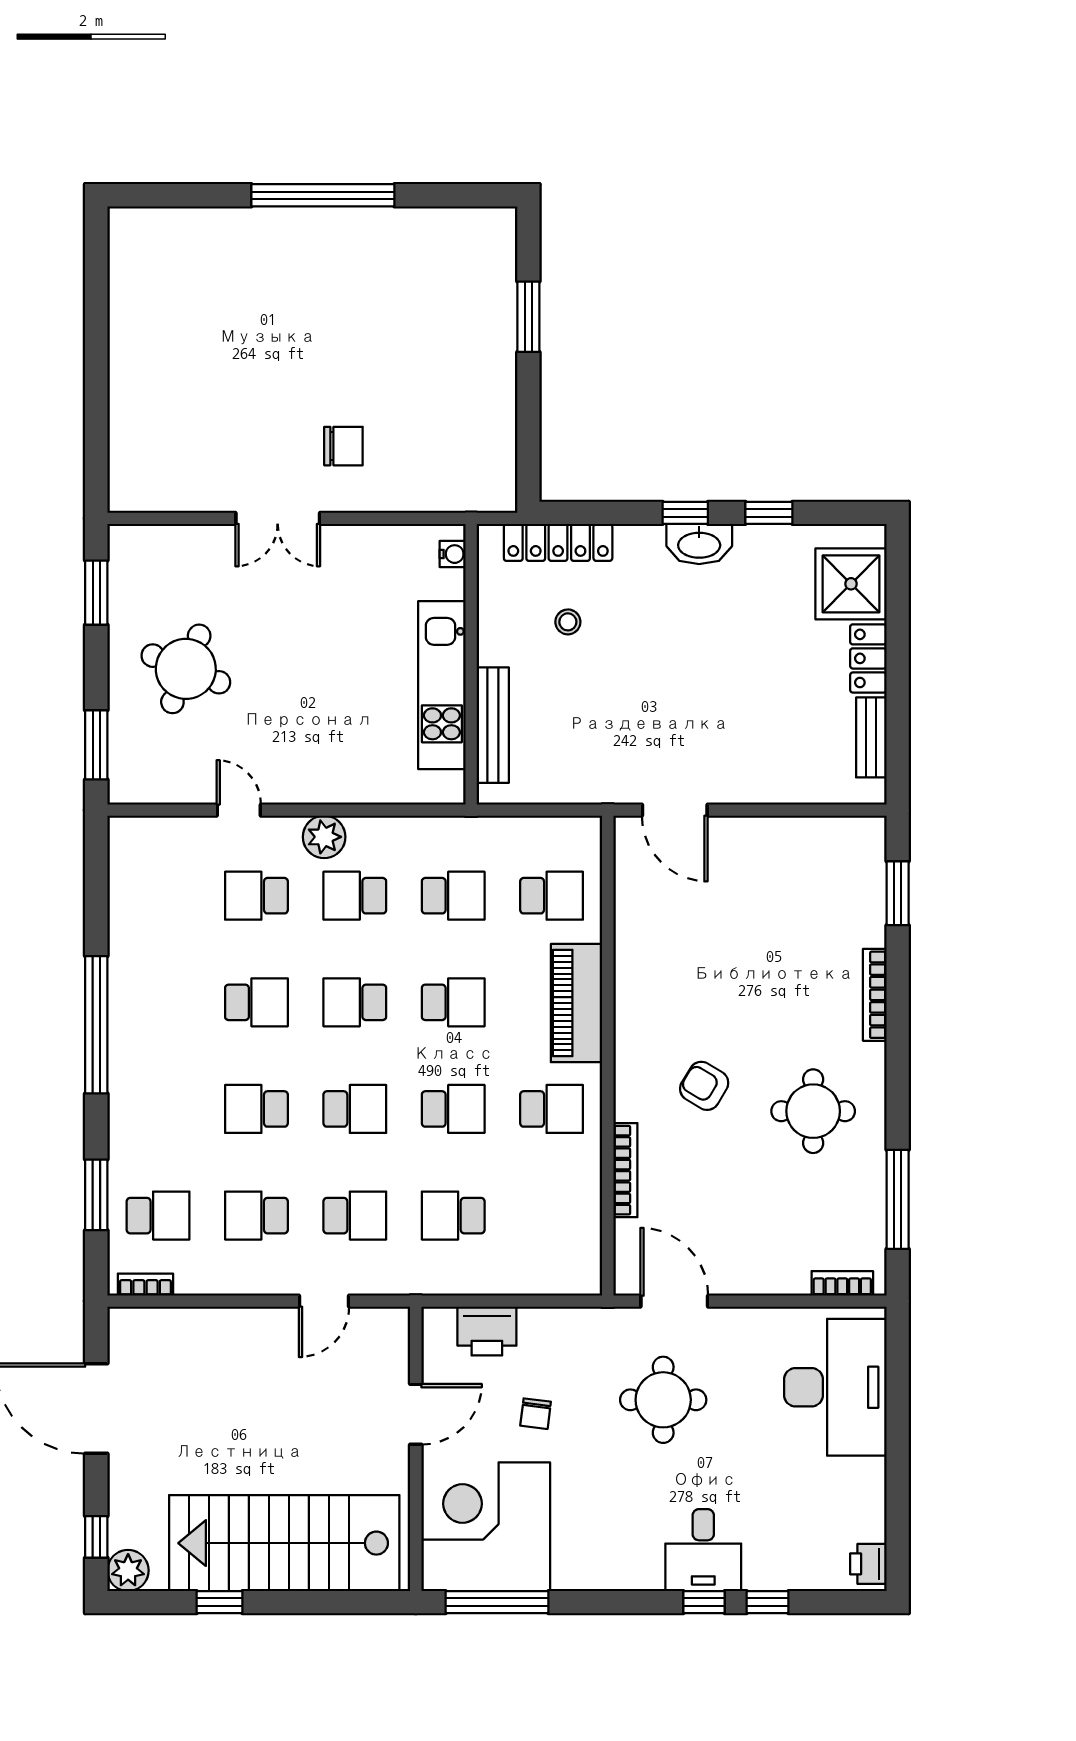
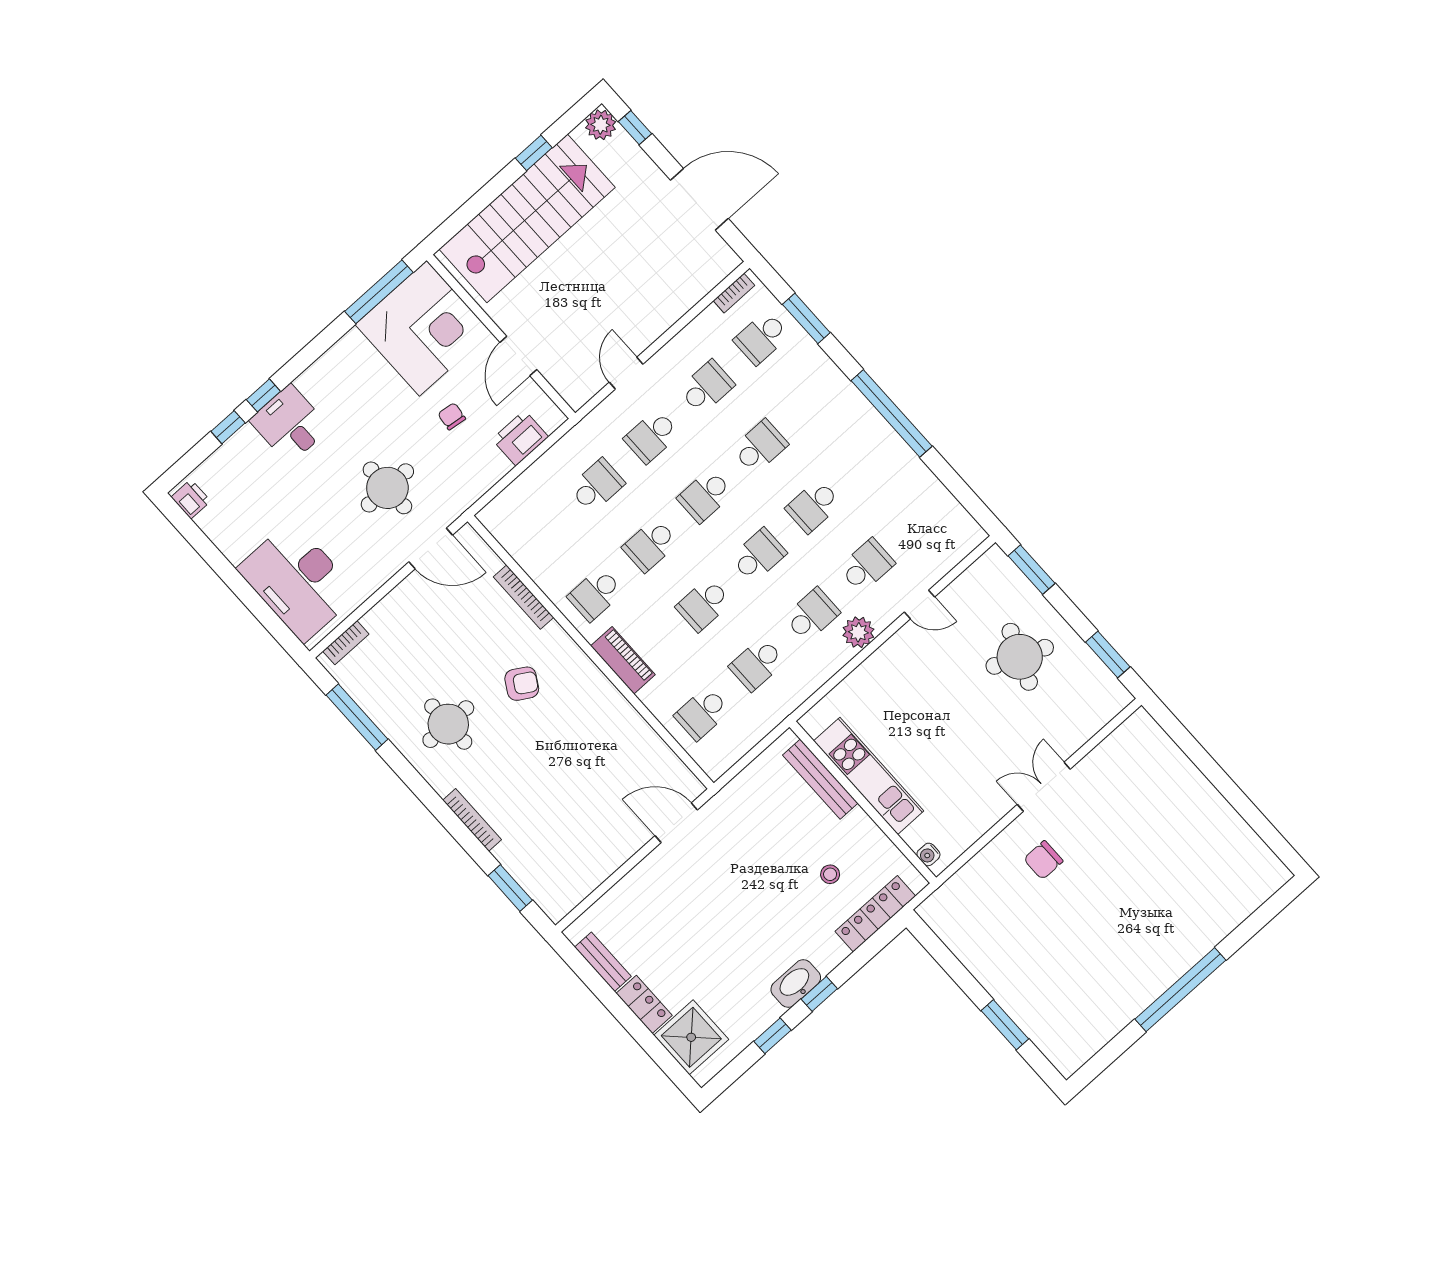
piano: (577, 1003) -> (623, 660), width x0.73, depth x0.75

